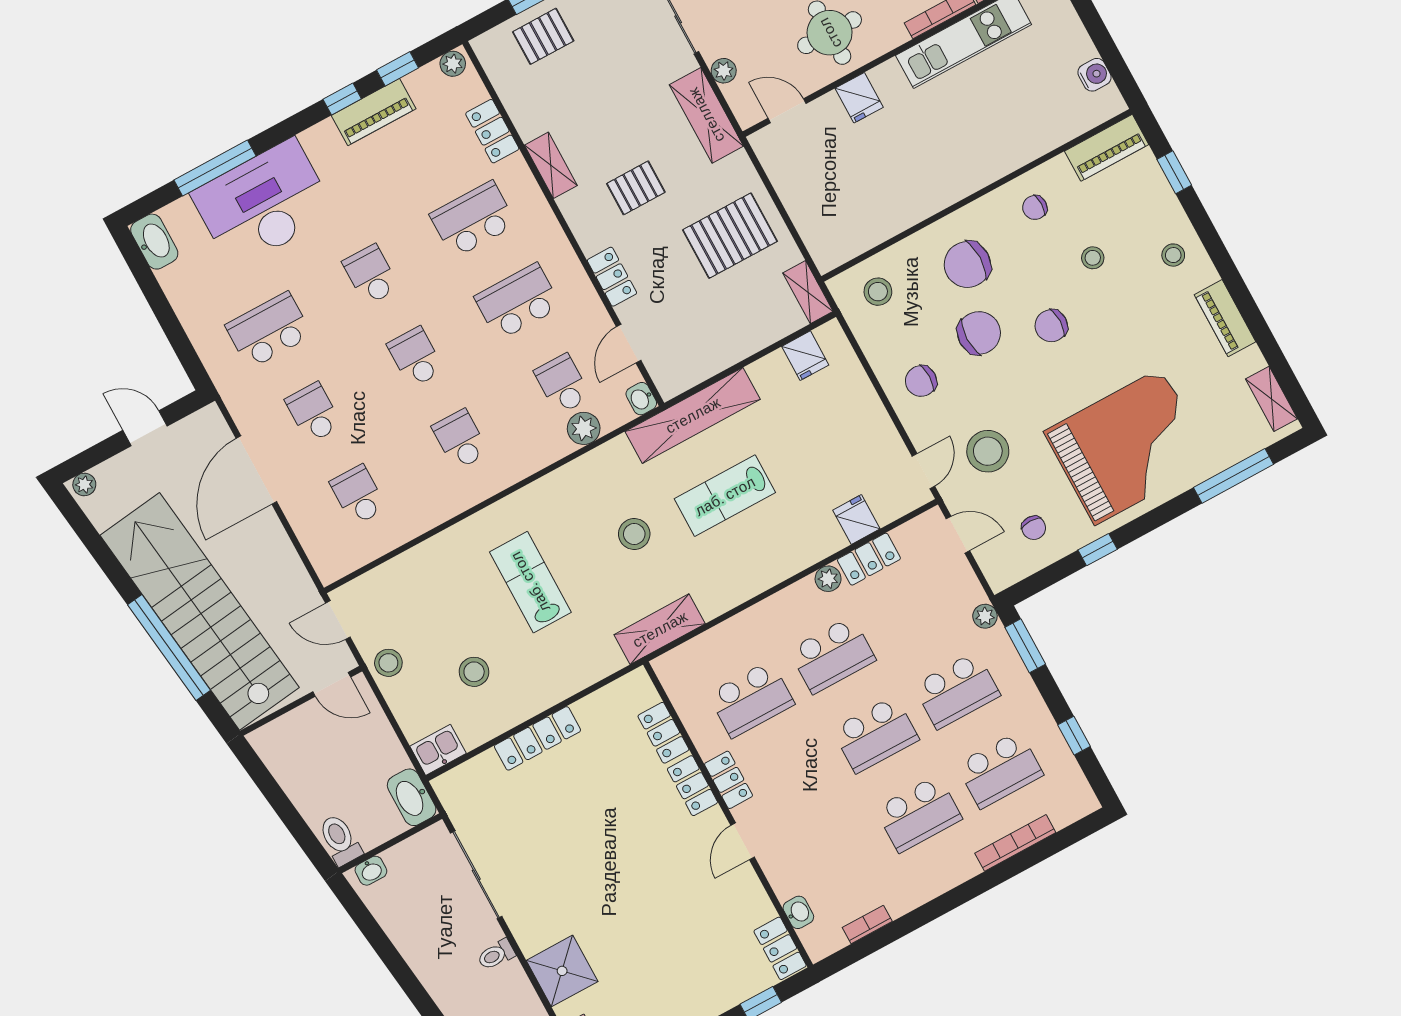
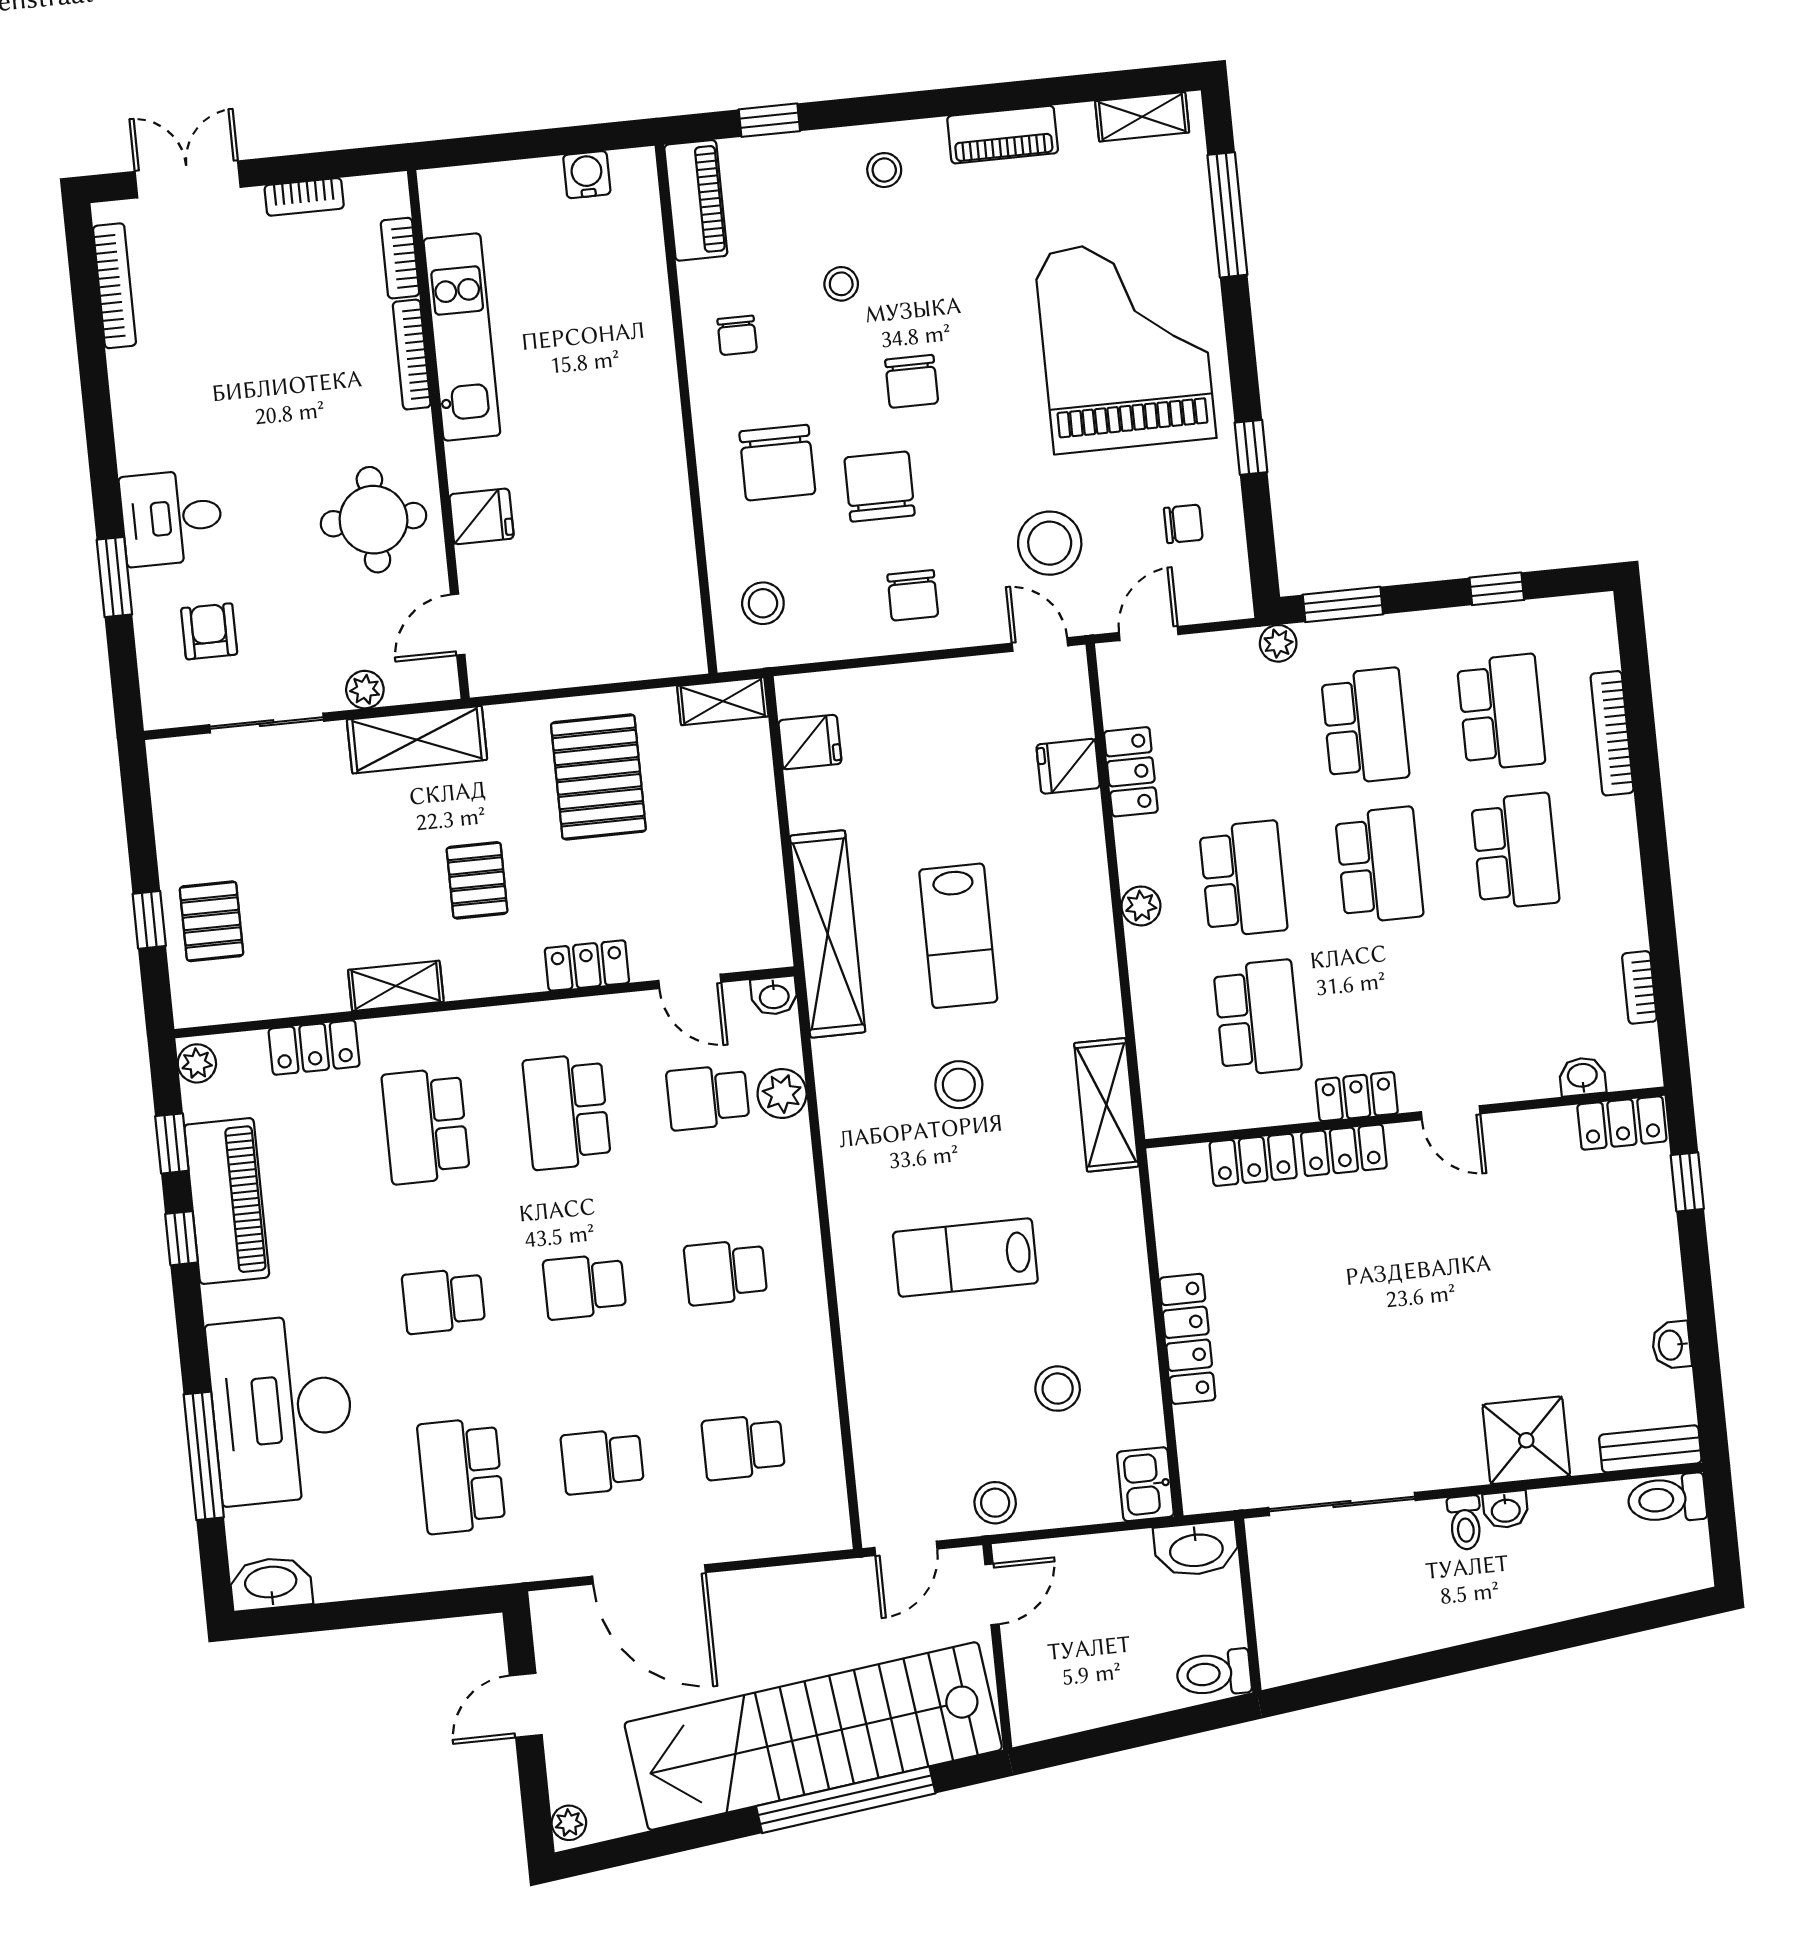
piano: (374, 112) -> (227, 1201), width x1.37, depth x1.33
plant: (828, 579) -> (1141, 906), moved
washbasin: (371, 871) -> (1506, 1510), moved, turned 90

